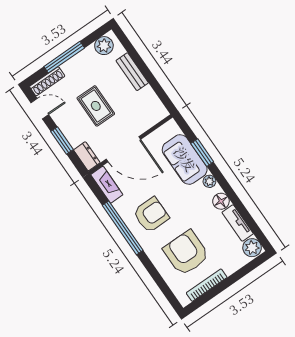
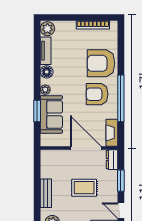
rug: (96, 106) -> (84, 188), turned 90
armchair: (186, 253) -> (101, 63), moved, turned 90

